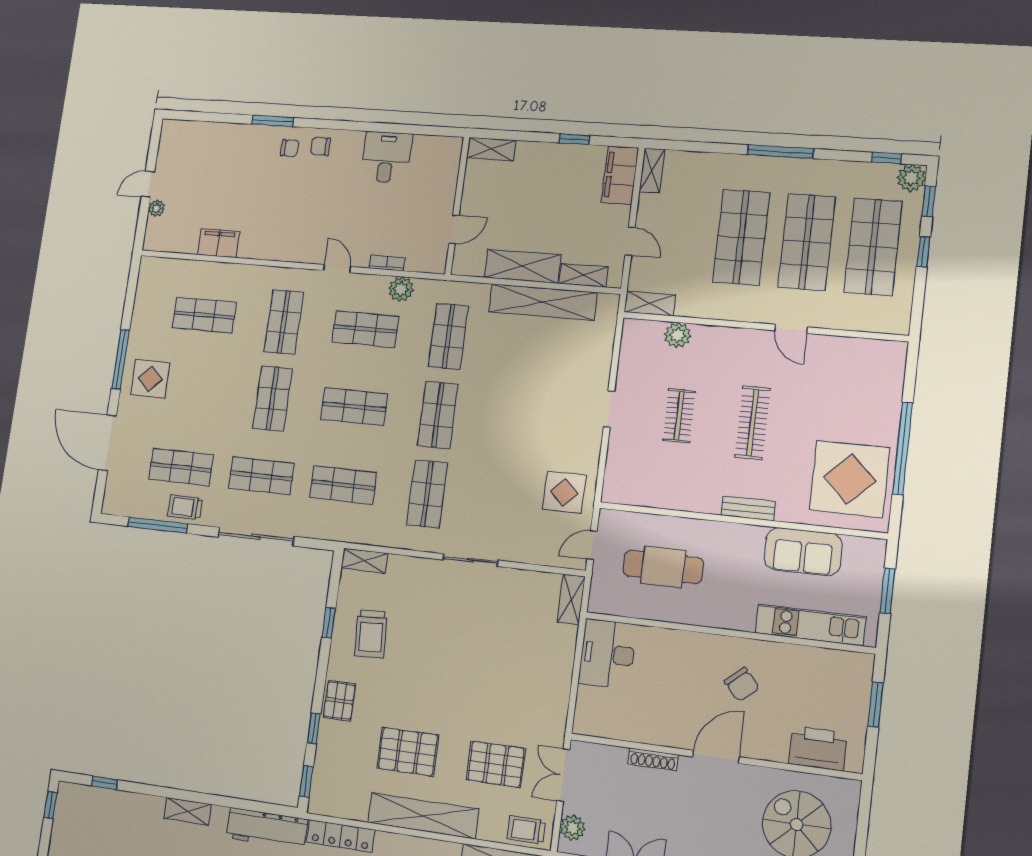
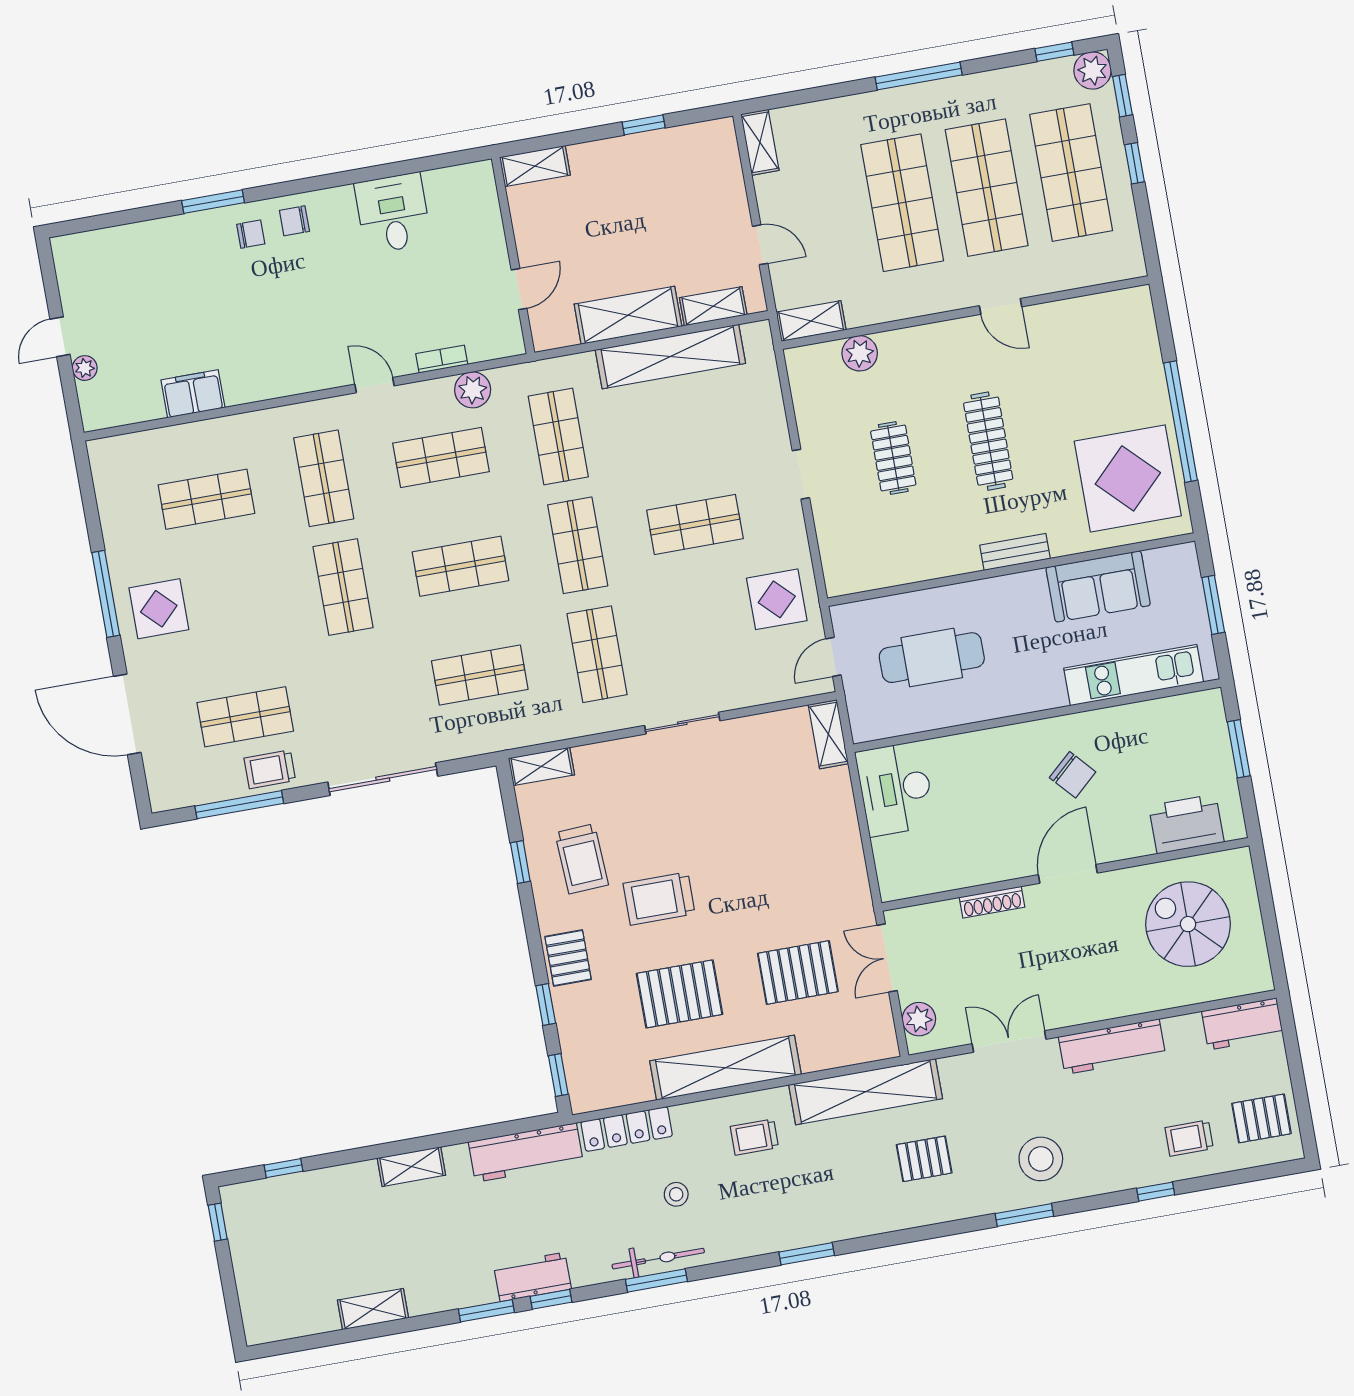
filing cabinet: (620, 175) -> (720, 159), removed
shop shelf: (261, 476) -> (695, 524), moved
trolley: (526, 830) -> (659, 899), moved, width x1.36, depth x1.39

